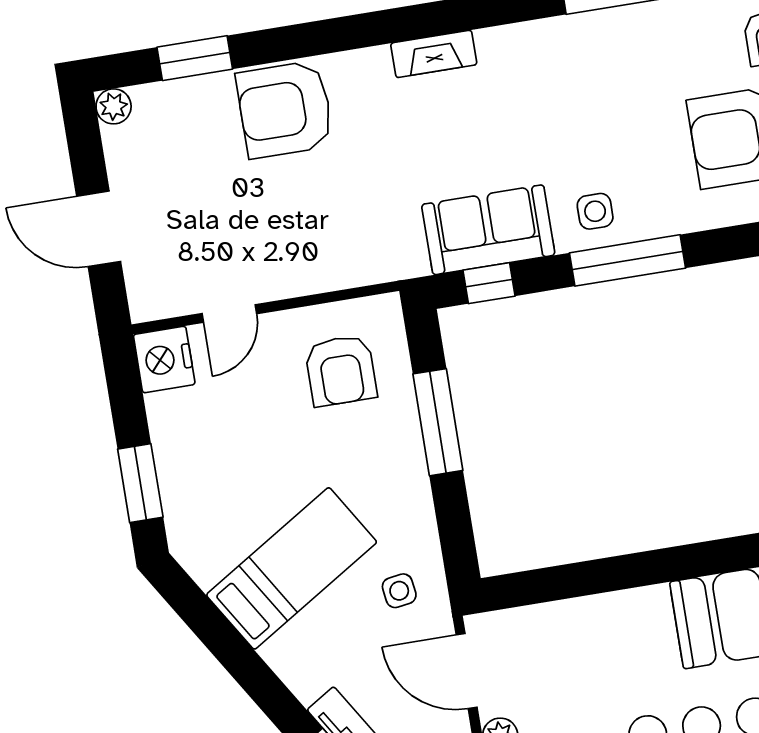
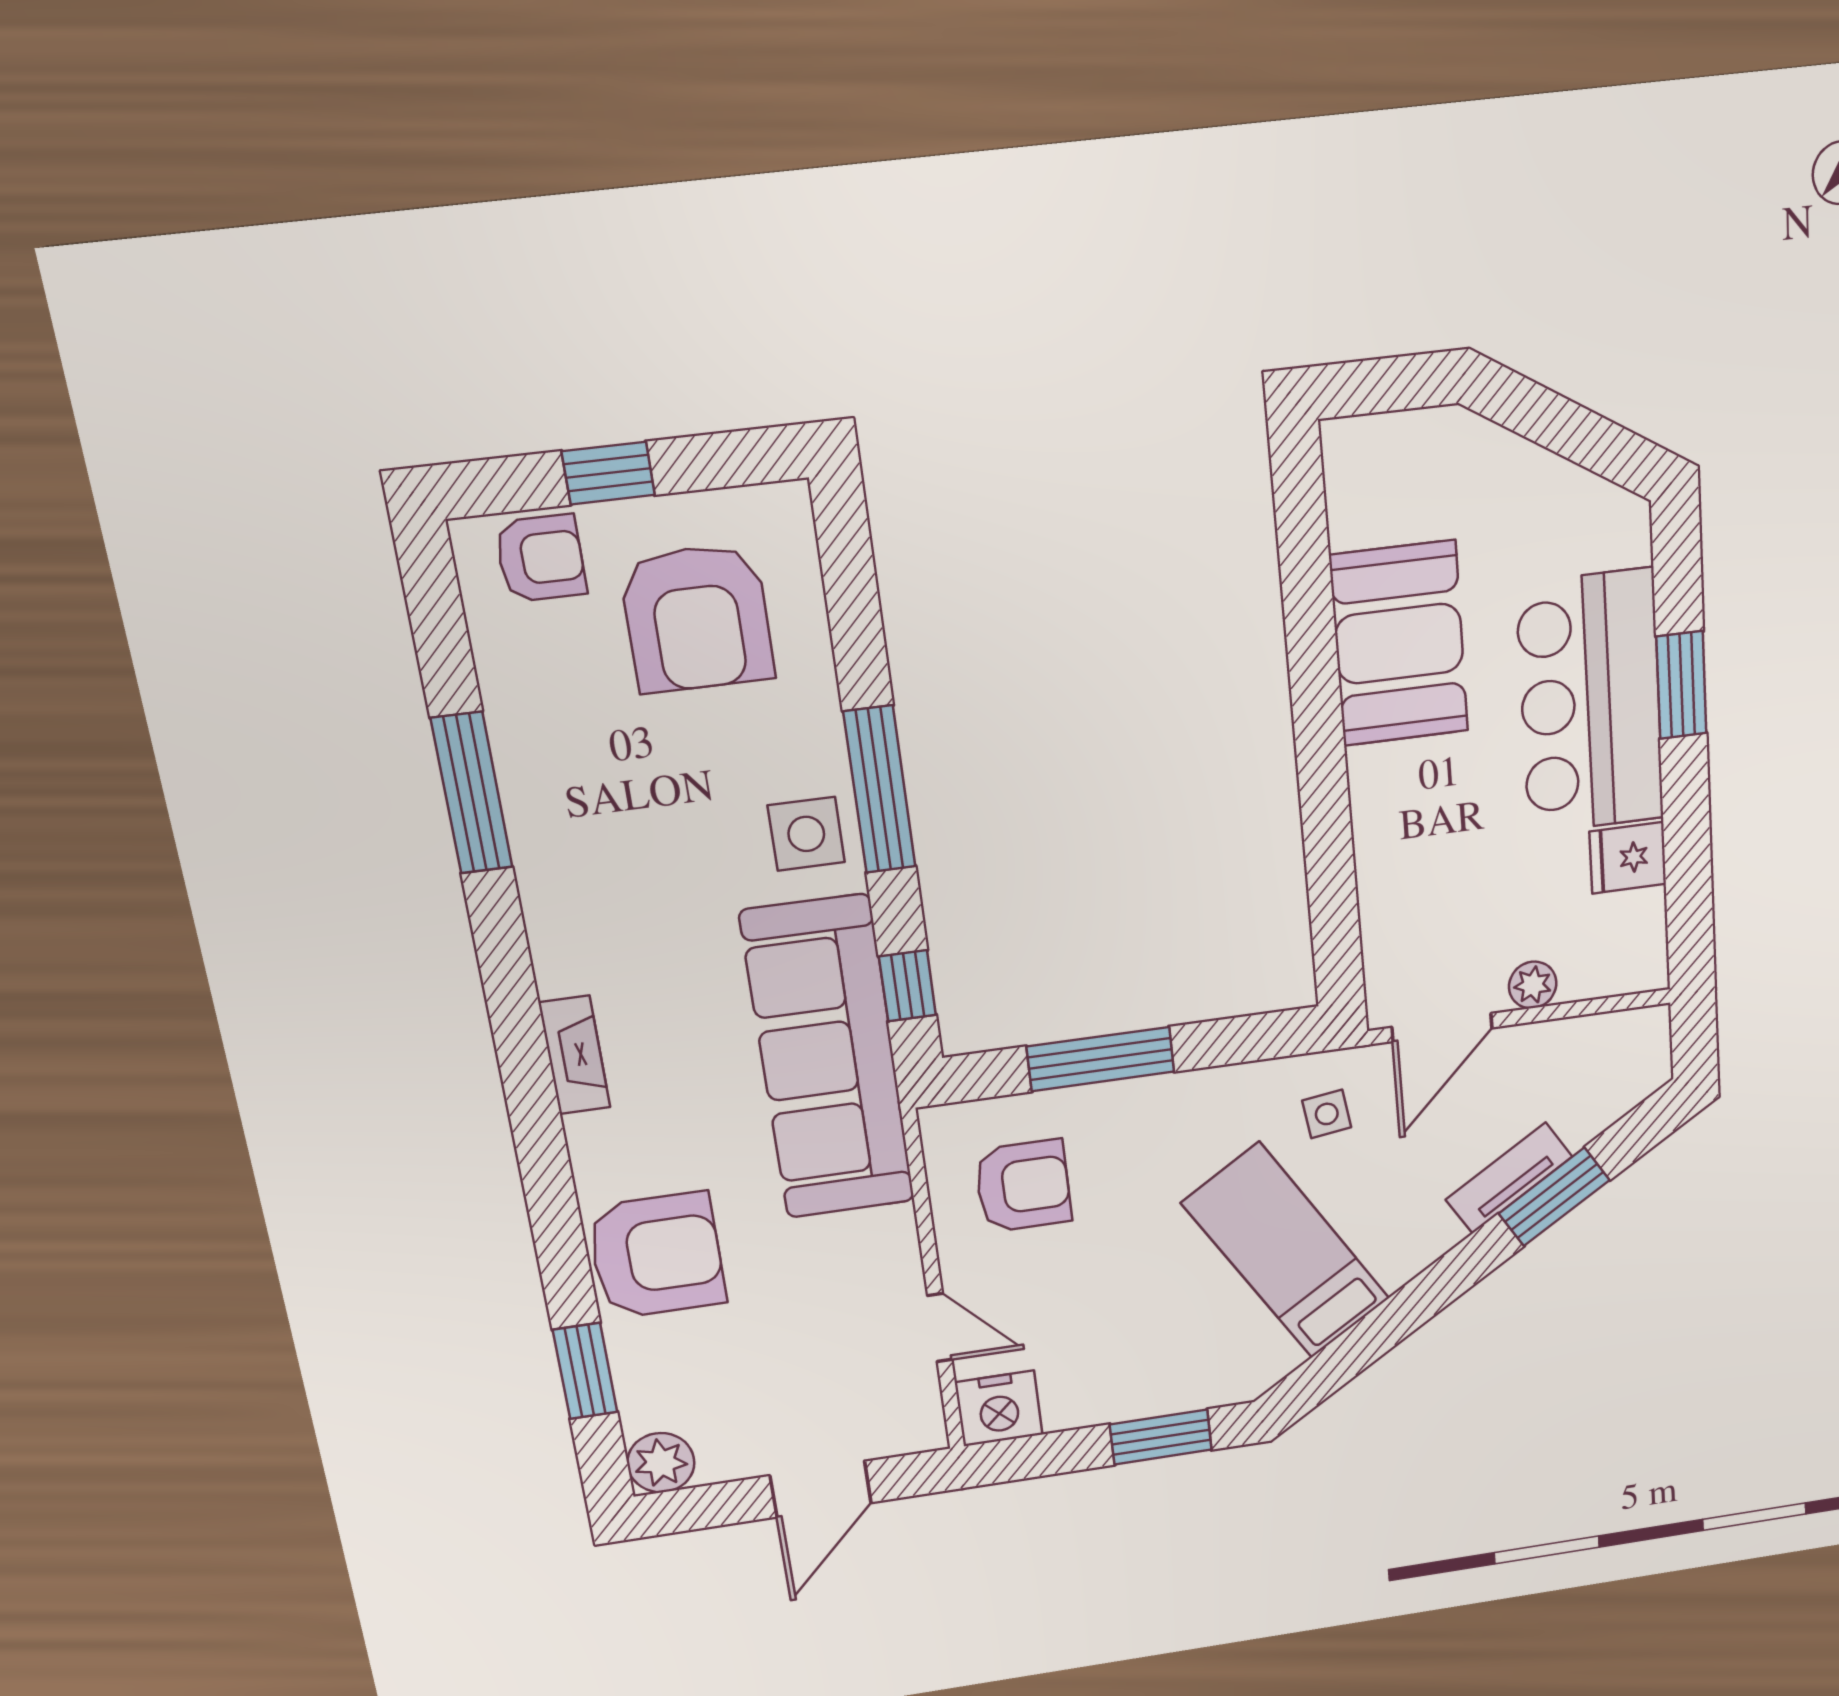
plant: (114, 106) -> (661, 1463), width x1.38, depth x1.38
armchair: (285, 109) -> (657, 1255), turned -90
side table: (595, 211) -> (806, 834), width x1.37, depth x1.37
sofa: (488, 230) -> (828, 1058), width x1.85, depth x1.27

